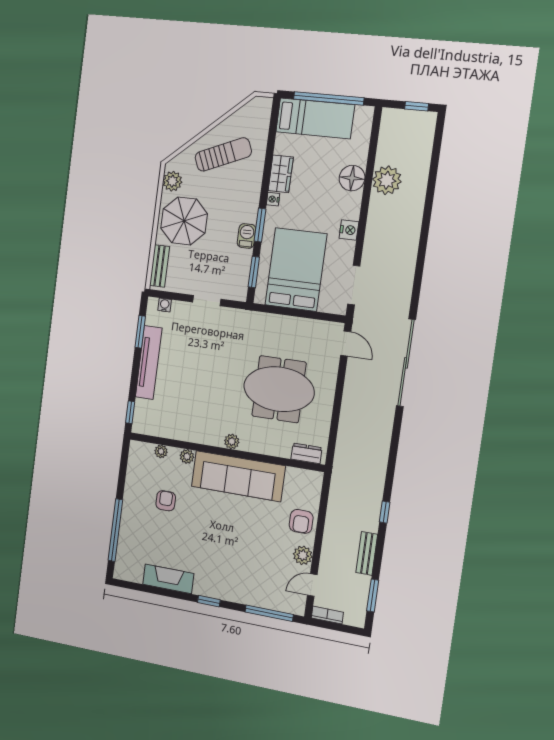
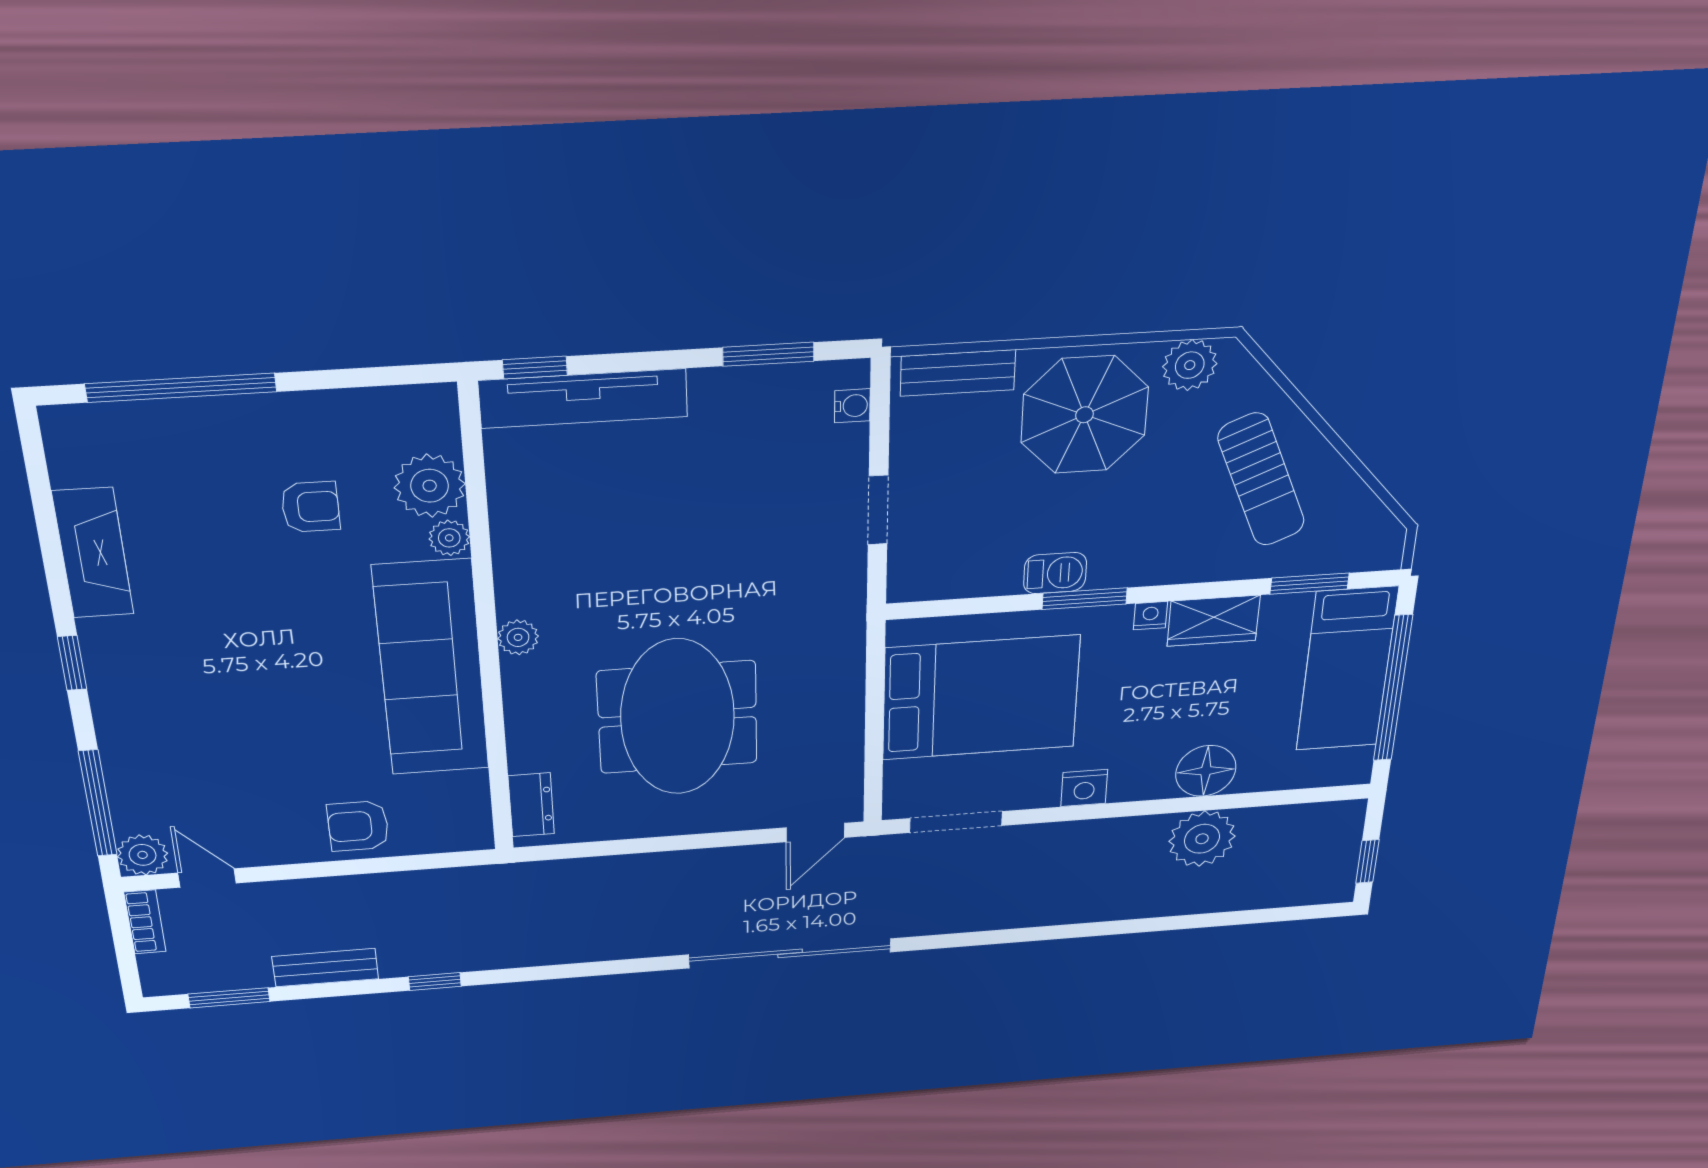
window: (254, 272) -> (1310, 584), moved
tv unit: (149, 363) -> (583, 399), moved
plant: (161, 451) -> (430, 486), width x1.88, depth x1.88
plant: (303, 555) -> (143, 855), moved

